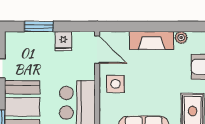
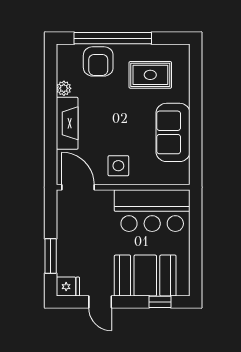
fridge: (63, 41) -> (68, 287), moved
door: (97, 50) -> (78, 187), hinge flipped

